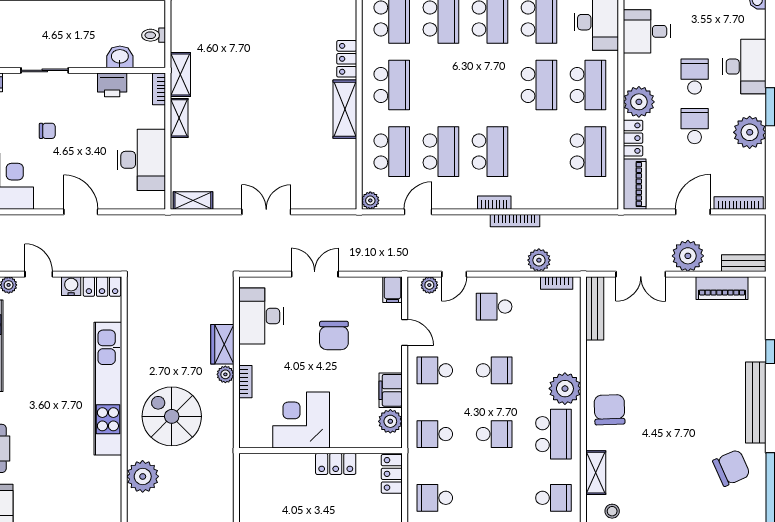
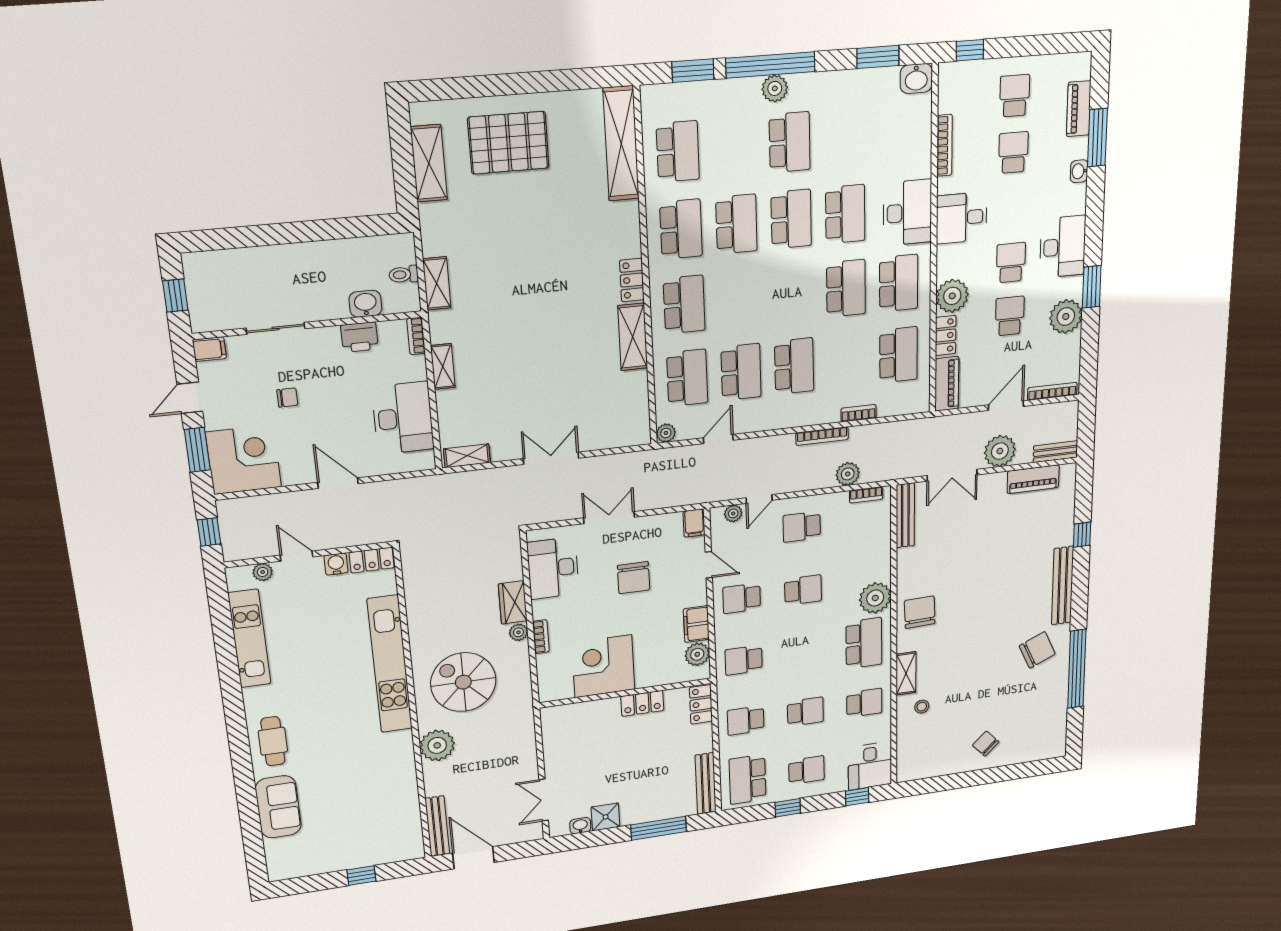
shelving: (180, 75) -> (437, 283), moved
bookcase: (494, 203) -> (859, 413), moved
school desk: (494, 434) -> (805, 712), moved

